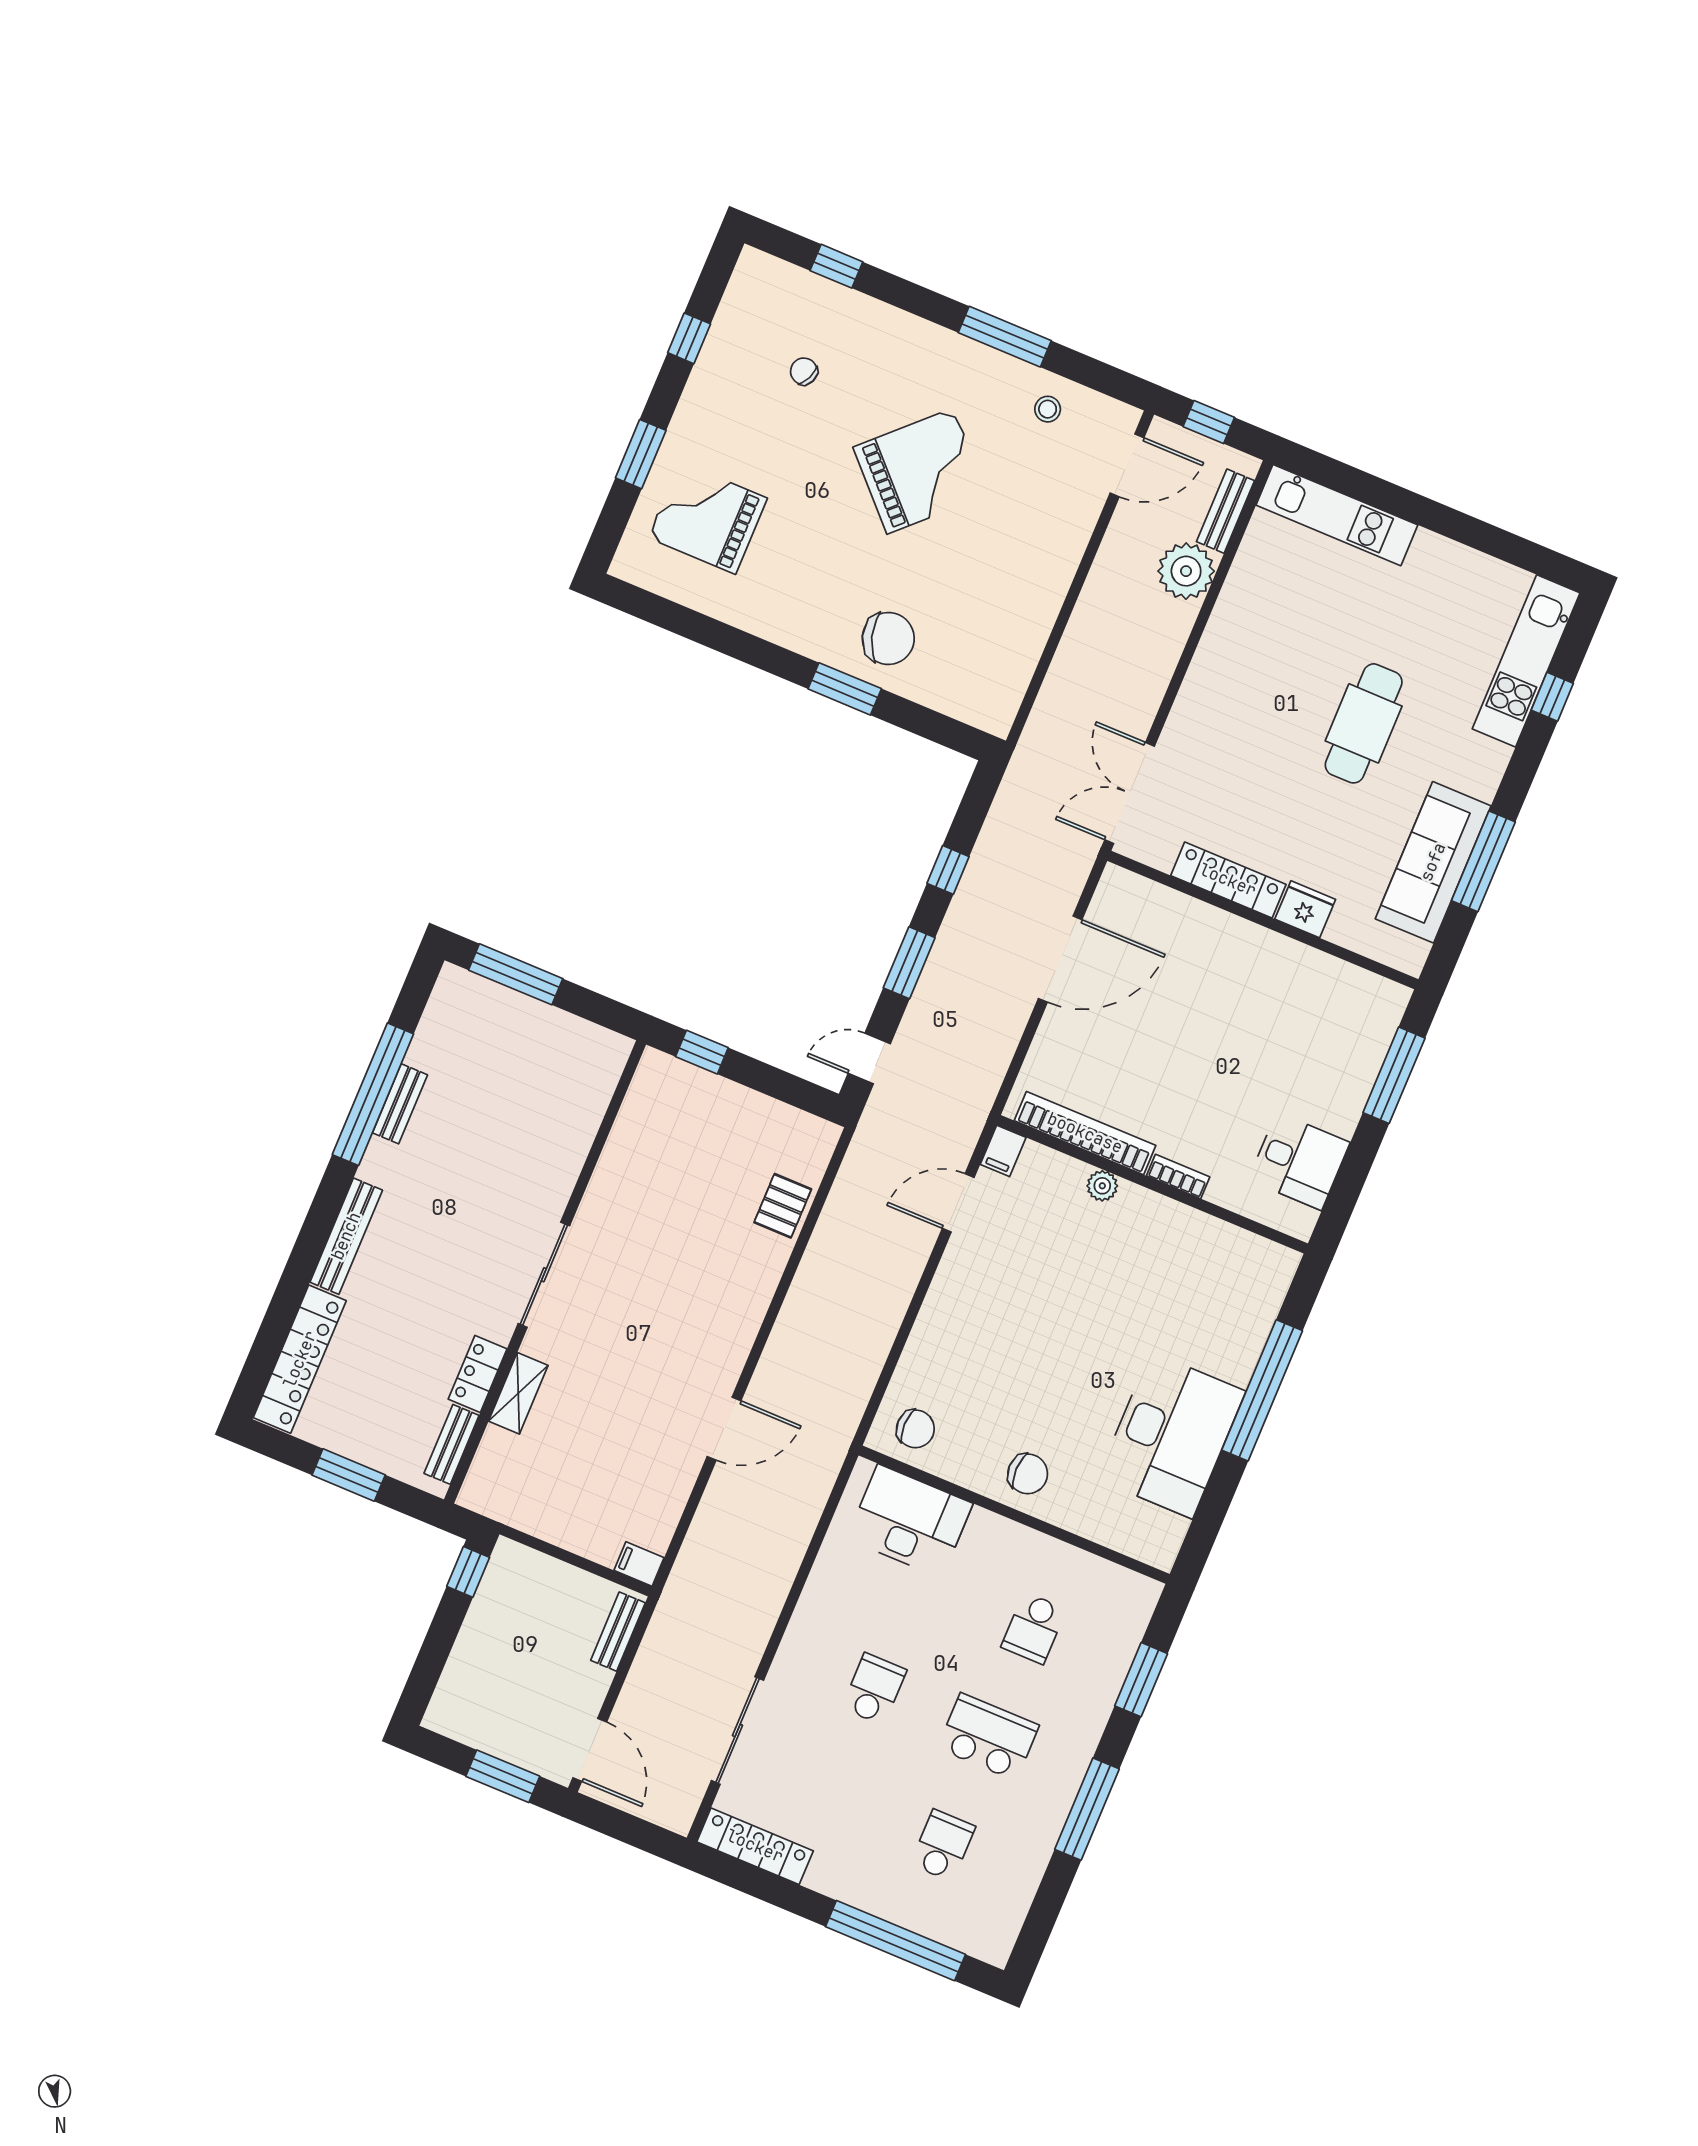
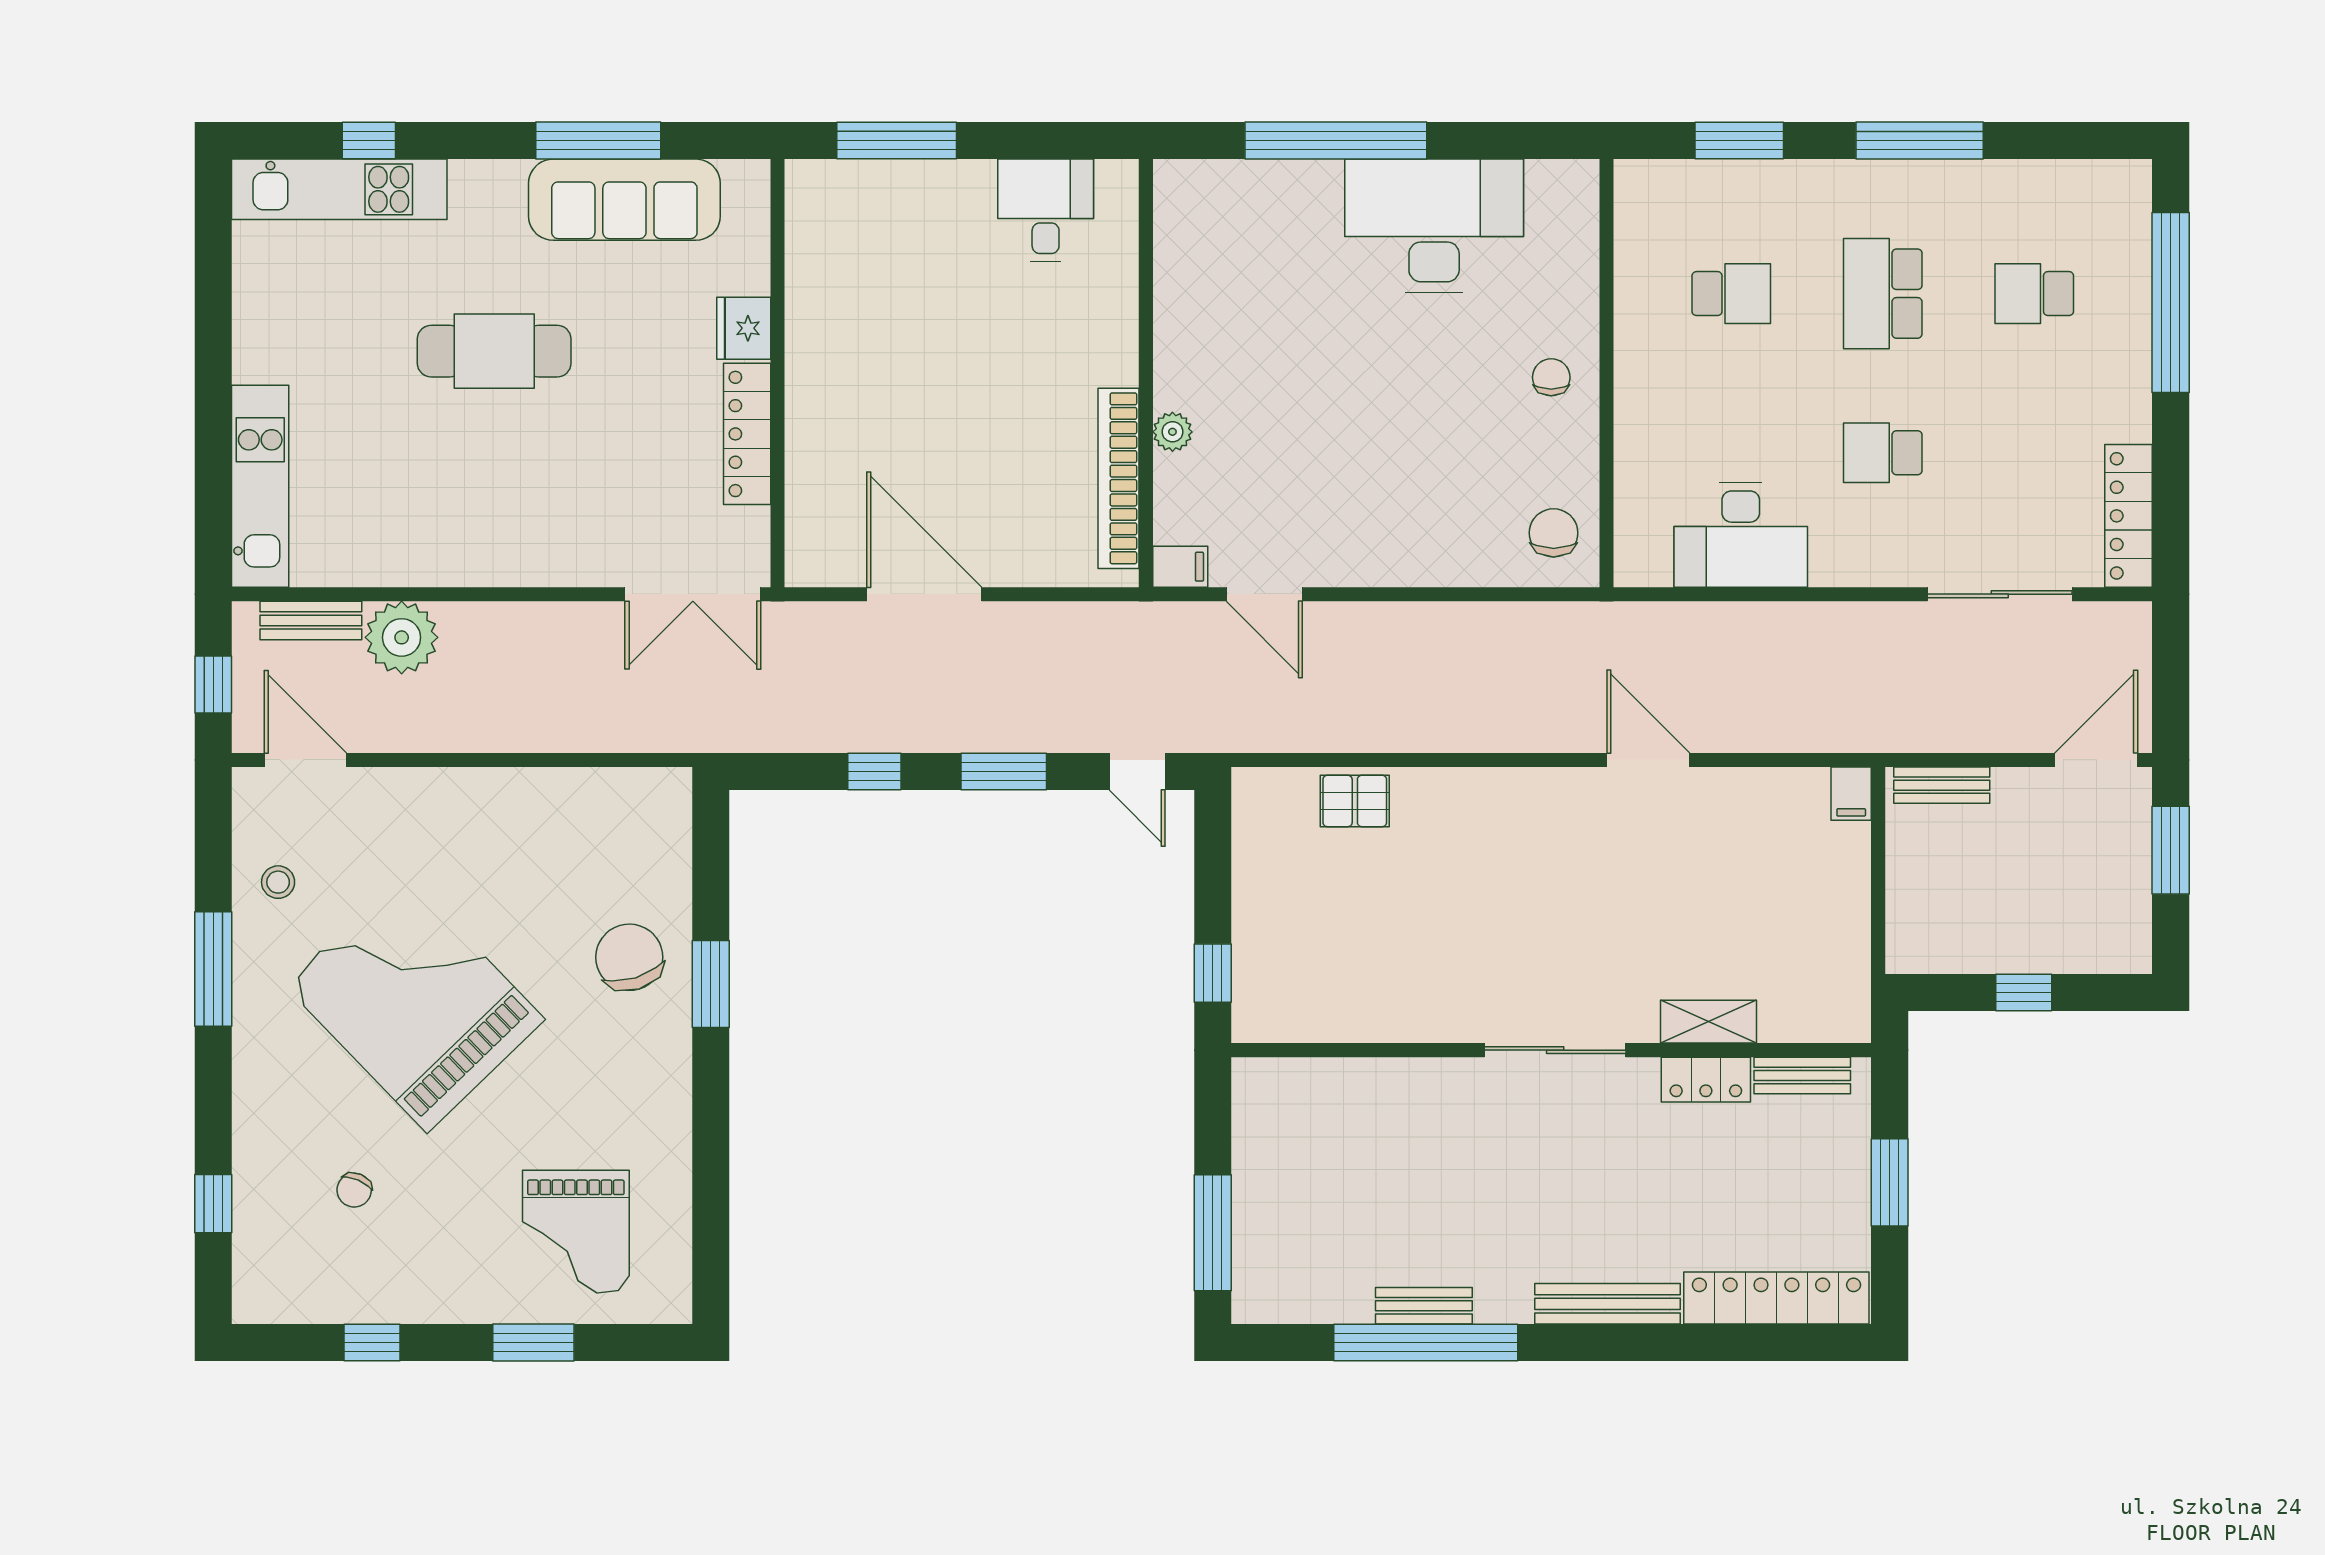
grand piano: (920, 471) -> (415, 1002), width x1.37, depth x1.48
bookcase: (1178, 1176) -> (1124, 346), removed
chair: (1028, 1474) -> (1551, 377), width x0.73, depth x0.73
desk: (910, 1521) -> (1741, 535), moved, turned -90
window: (468, 1572) -> (2024, 993), moved

